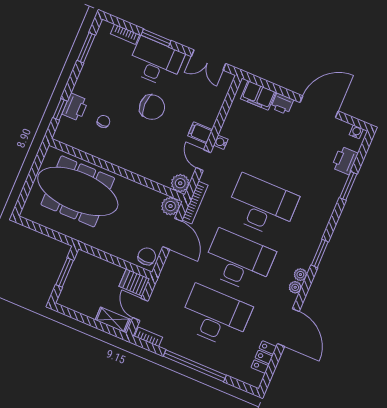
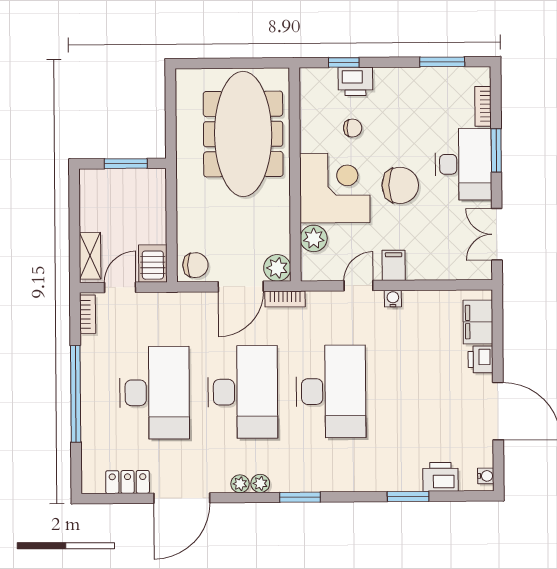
chair: (152, 107) -> (400, 185), turned -90
corner desk: (136, 149) -> (335, 188), added
plant: (180, 183) -> (314, 238), moved
bookcase: (195, 203) -> (285, 299), width x0.64

